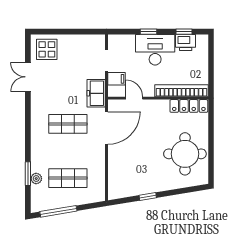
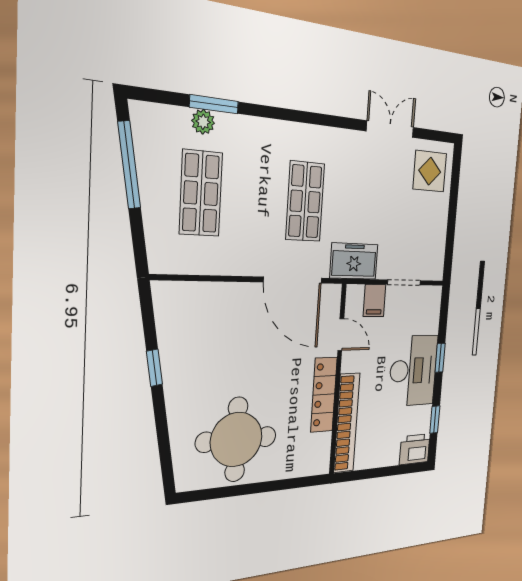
printer: (186, 43) -> (415, 449), moved, turned 90
door: (134, 98) -> (341, 335), hinge flipped
locker: (189, 106) -> (324, 395), moved

